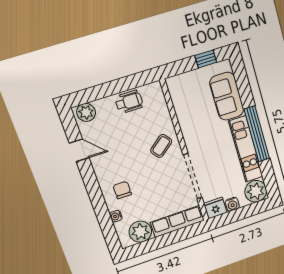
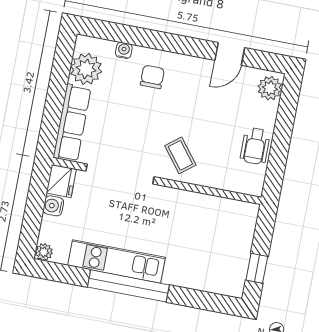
sofa: (227, 96) -> (197, 271), removed
chair: (122, 190) -> (152, 77), turned -90
plant: (256, 191) -> (44, 252), width x0.53, depth x0.53

